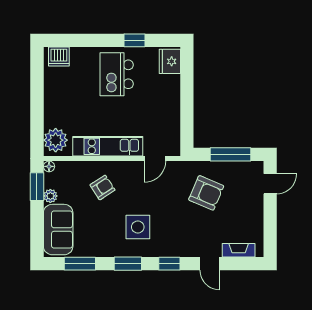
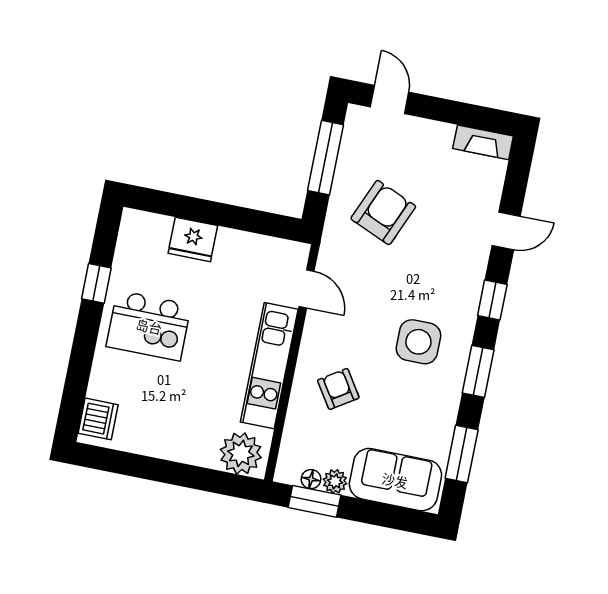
fridge: (170, 61) -> (193, 239), moved
floor lamp: (49, 166) -> (311, 479), moved
fireplace: (239, 250) -> (483, 142), moved, turned -90

